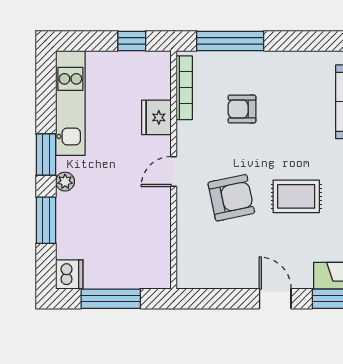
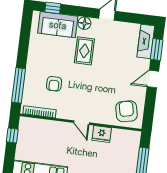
fridge: (156, 117) -> (102, 134), moved
rug: (296, 196) -> (84, 51), moved
armchair: (231, 198) -> (126, 111), moved

